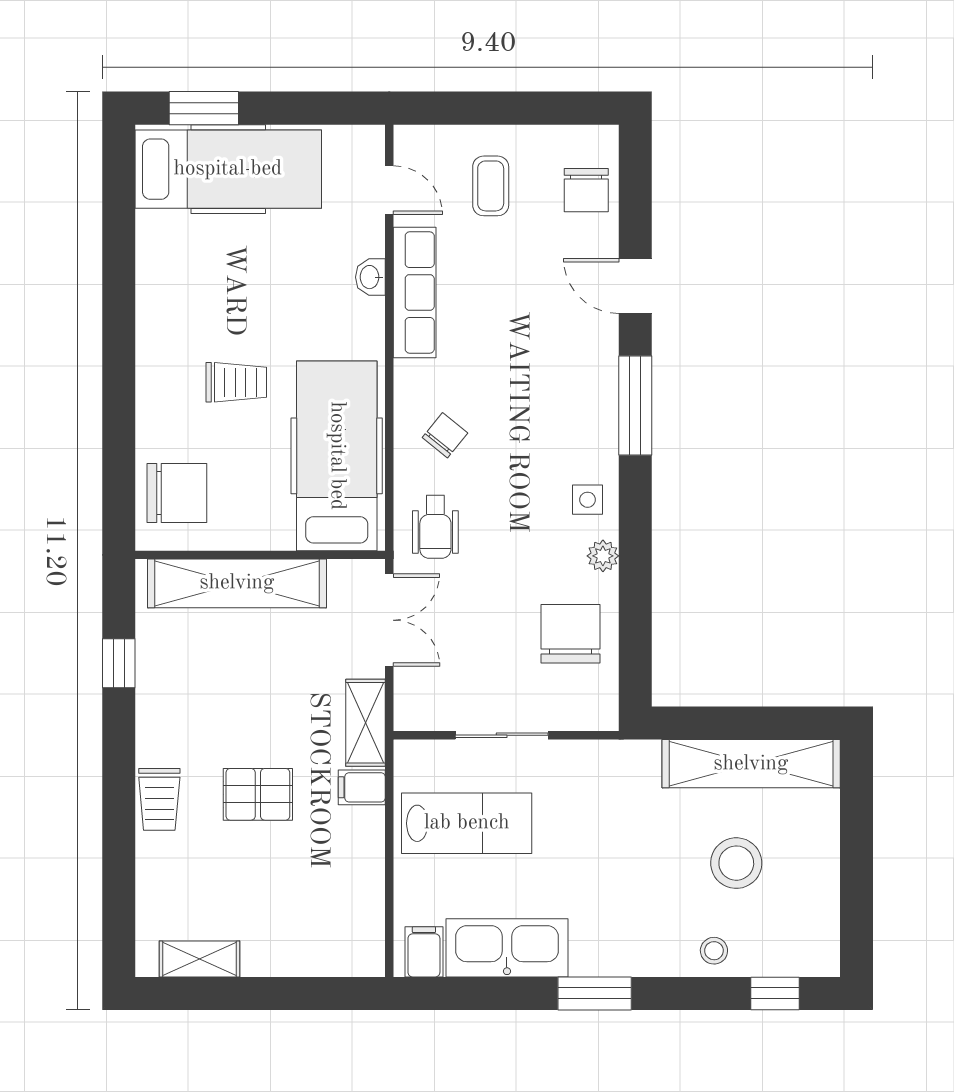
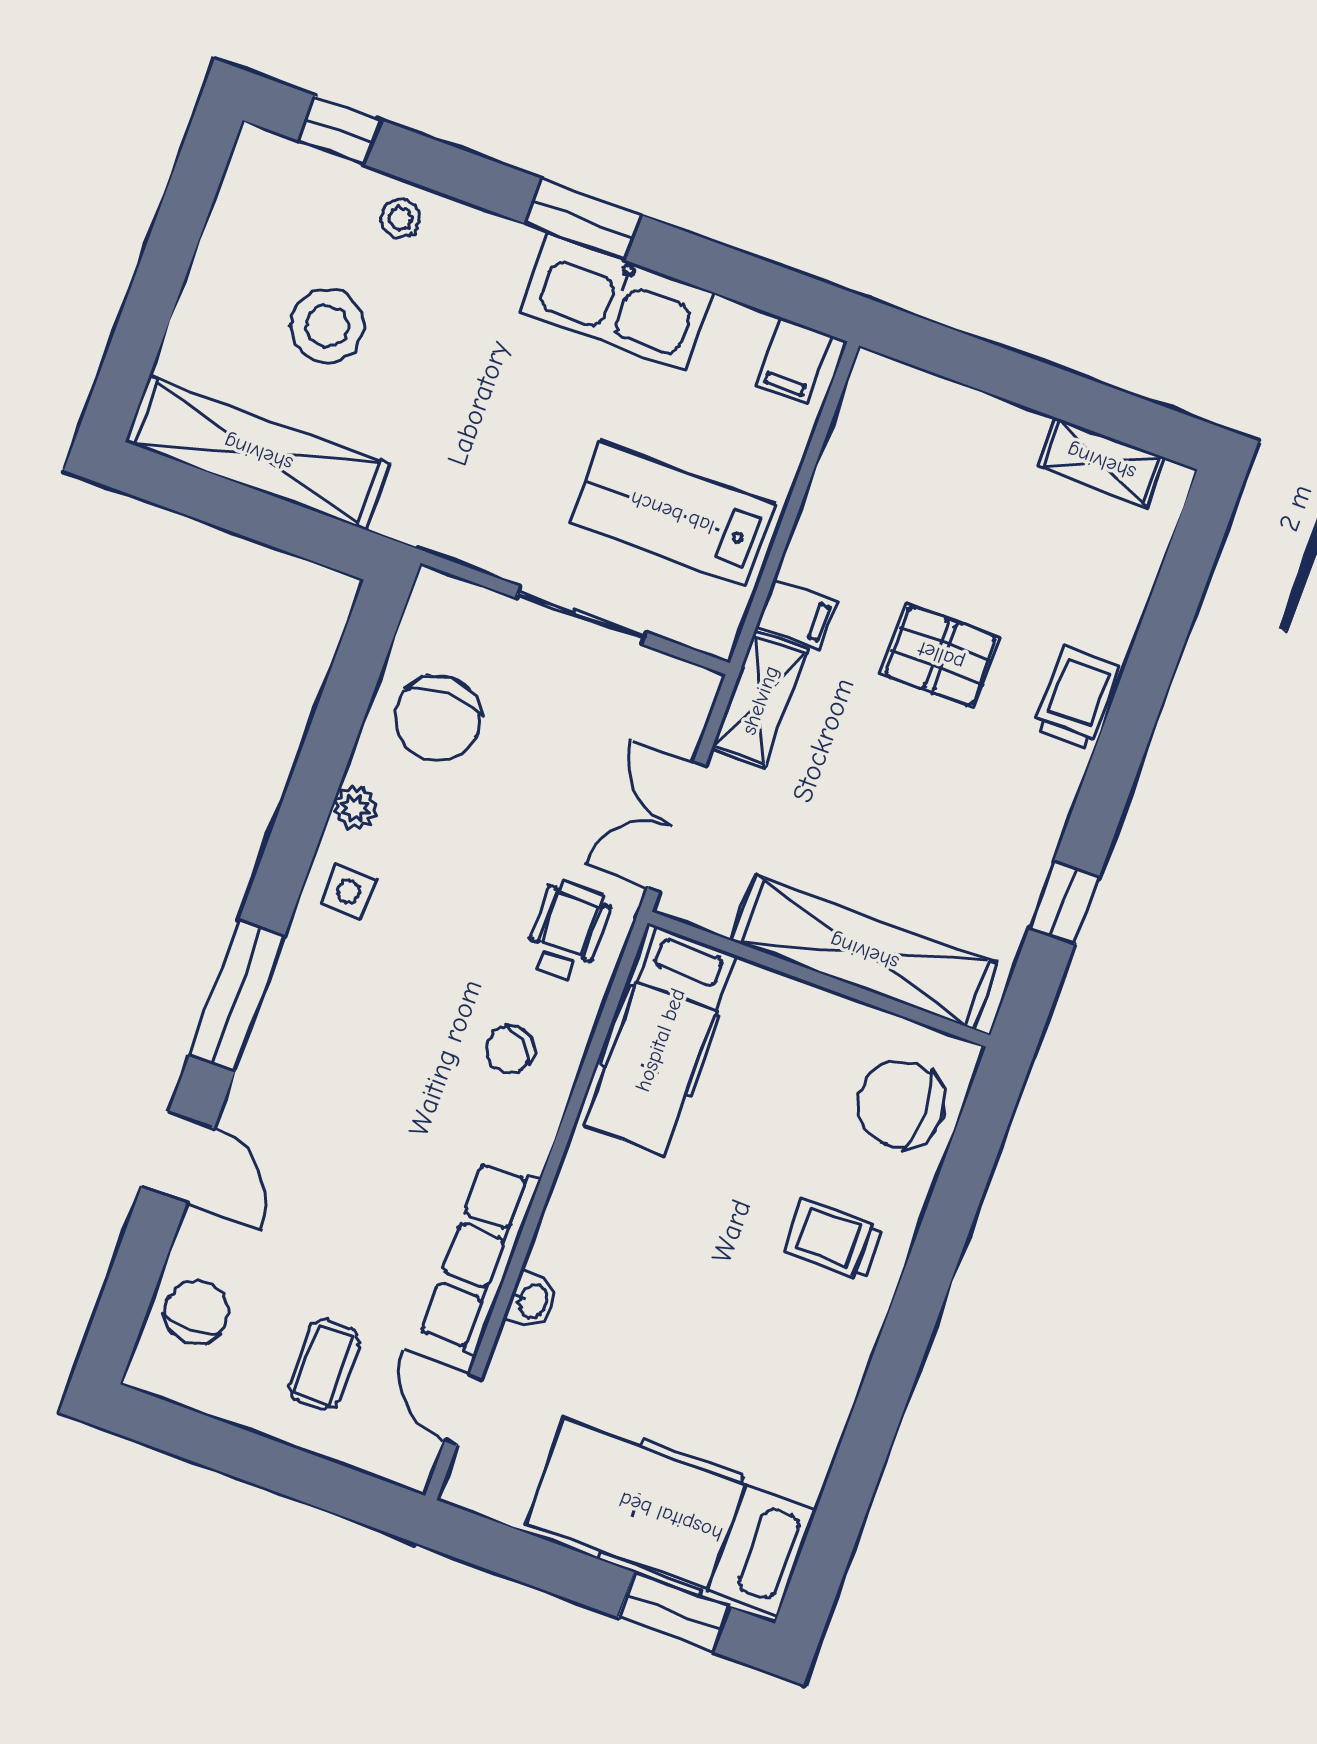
trolley: (236, 382) -> (833, 1239), moved
hospital bed: (337, 456) -> (660, 1040), width x0.73, depth x0.78
kitchen sink: (507, 948) -> (617, 302), moved

